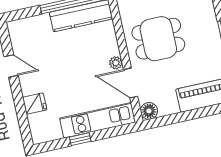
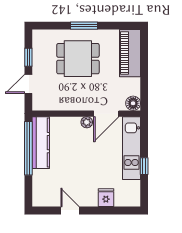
dining table: (158, 39) -> (78, 59), moved, turned 90
door: (11, 66) -> (70, 211), hinge flipped

